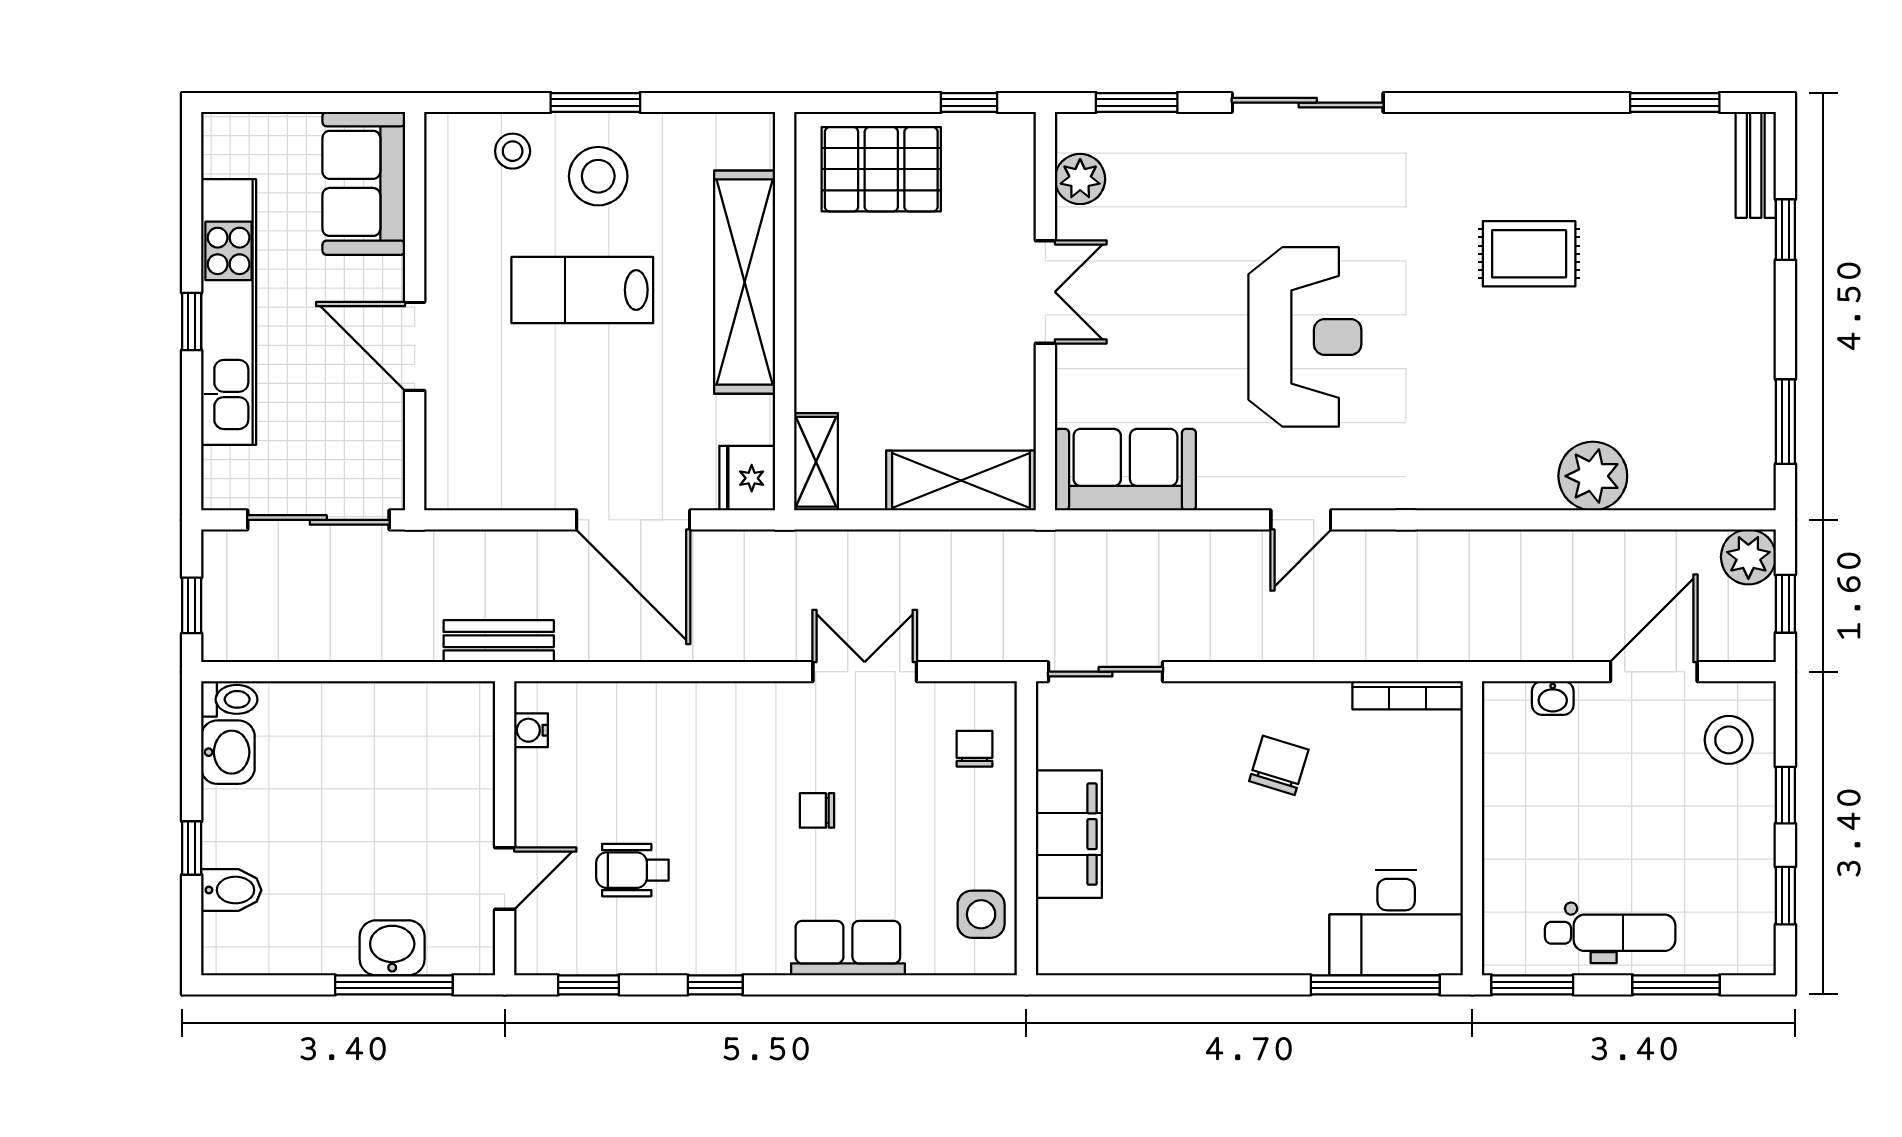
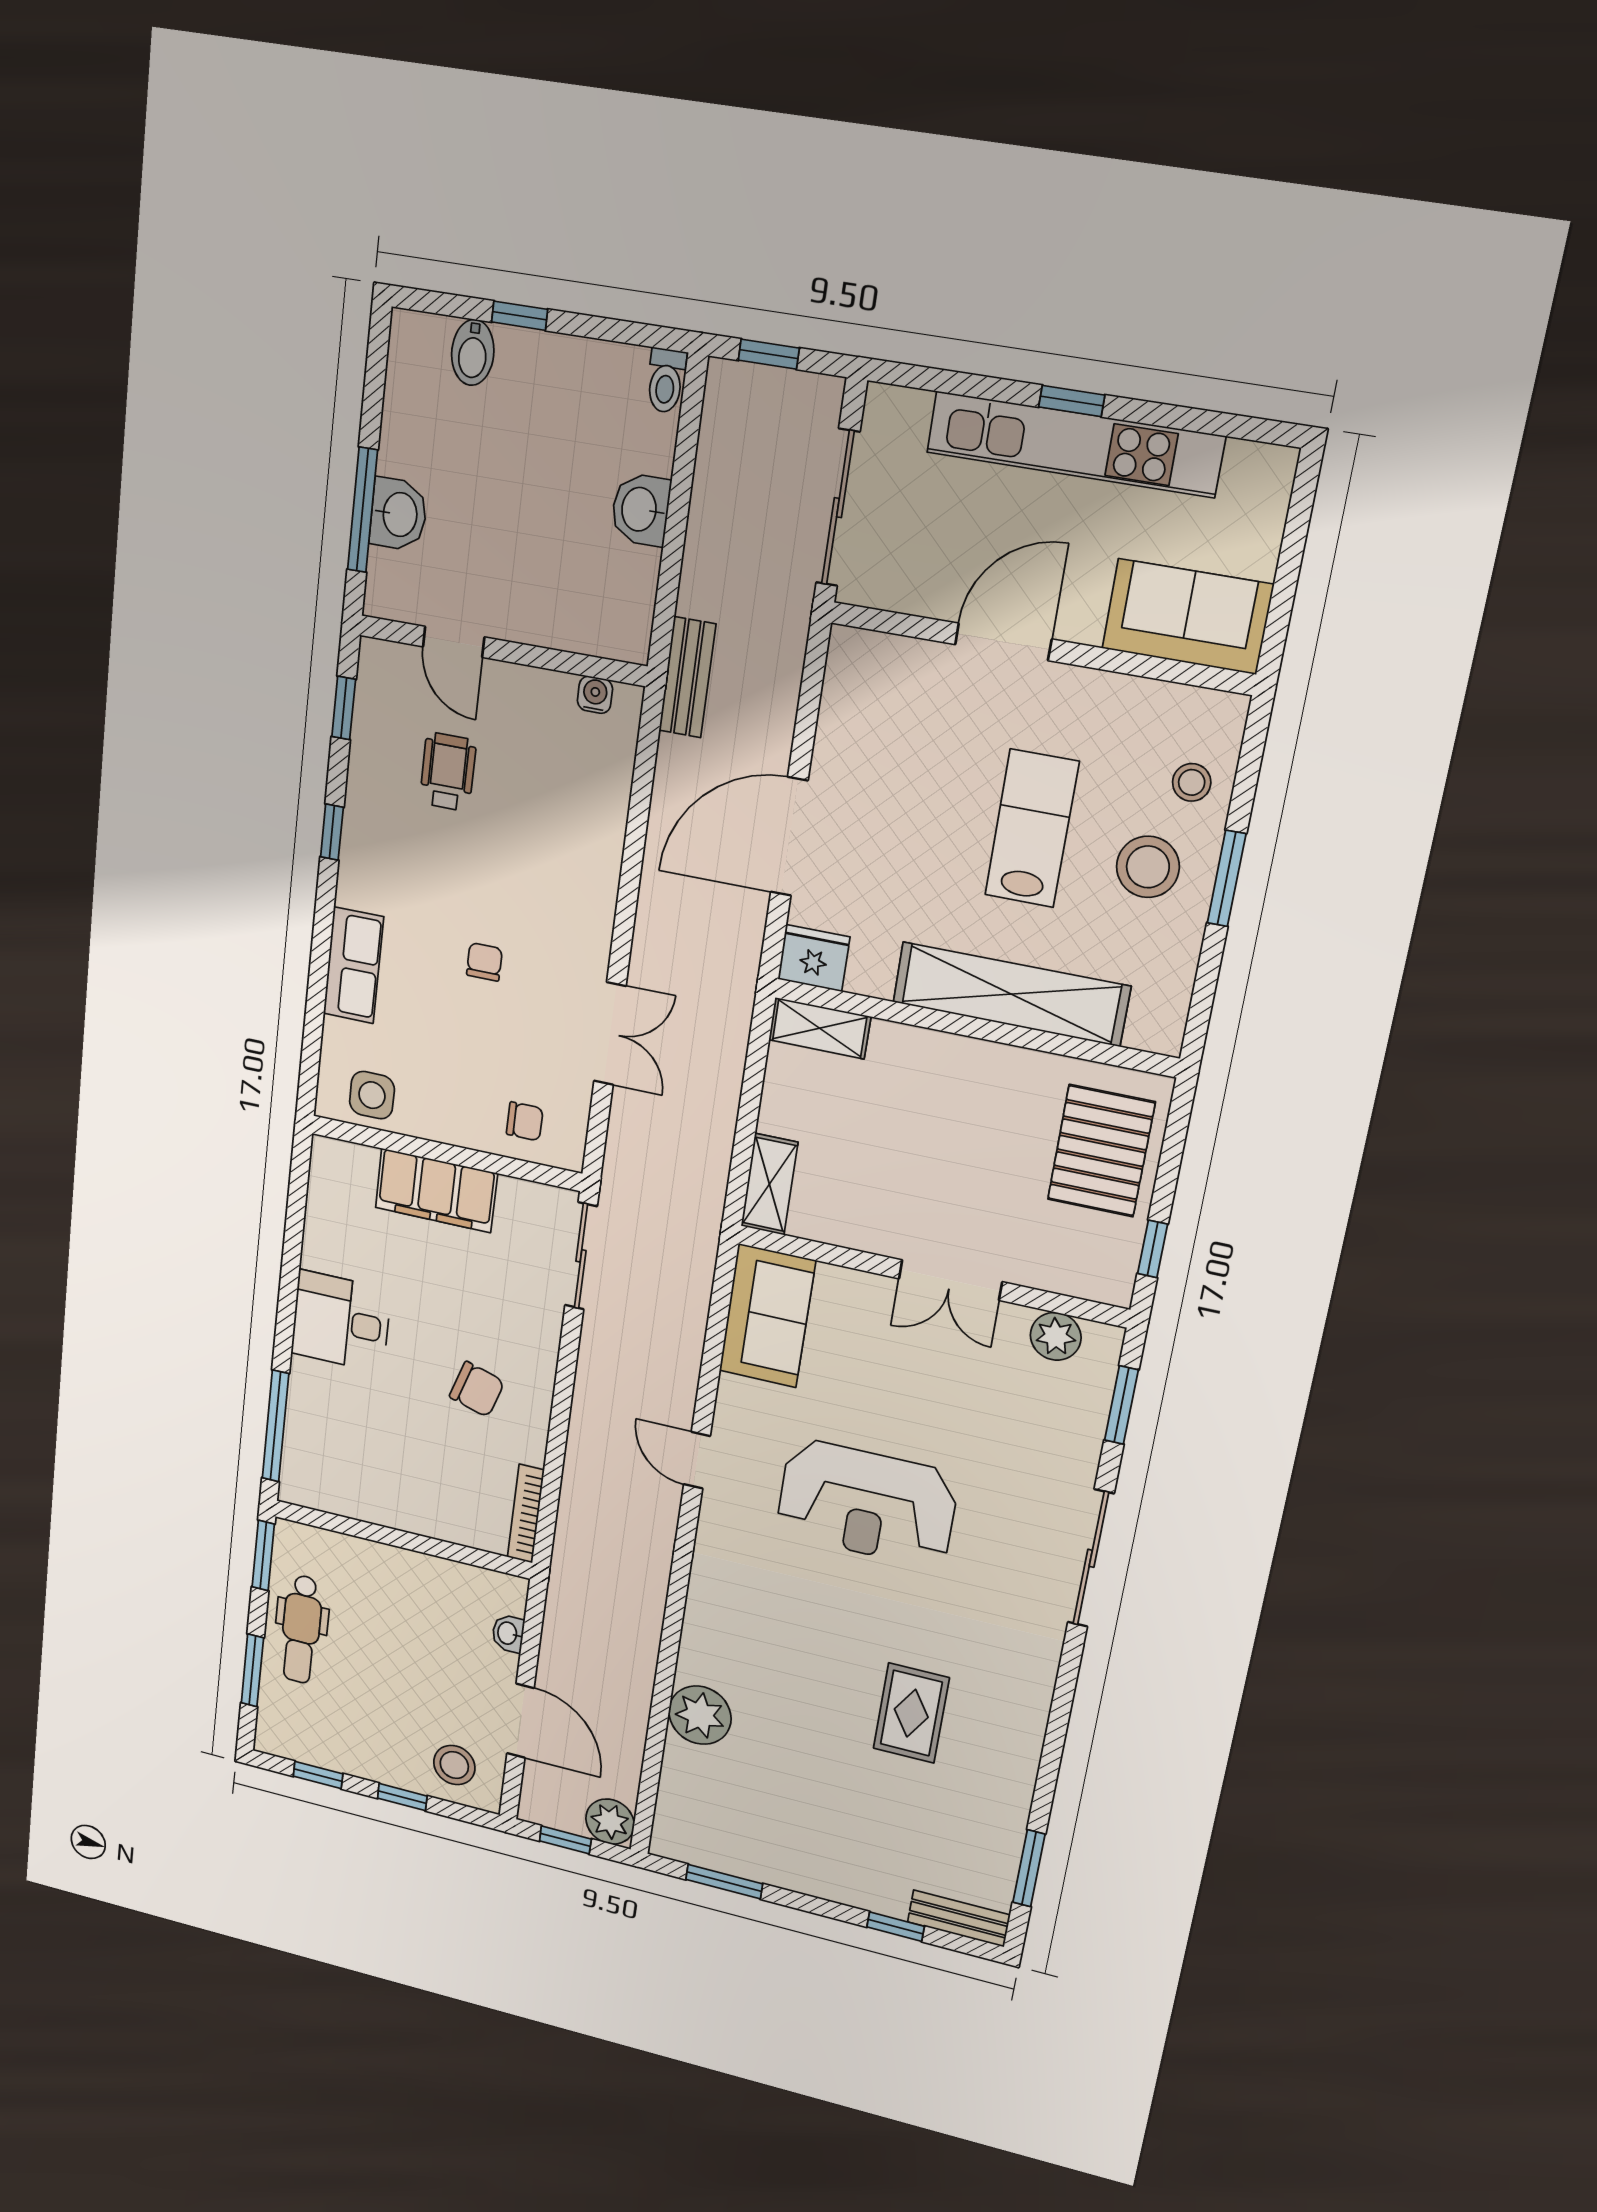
shelving: (961, 481) -> (769, 1184), width x0.67, depth x0.75
washbasin: (228, 752) -> (641, 510), moved, turned 90
desk: (1396, 923) -> (341, 1321), moved, width x0.73

